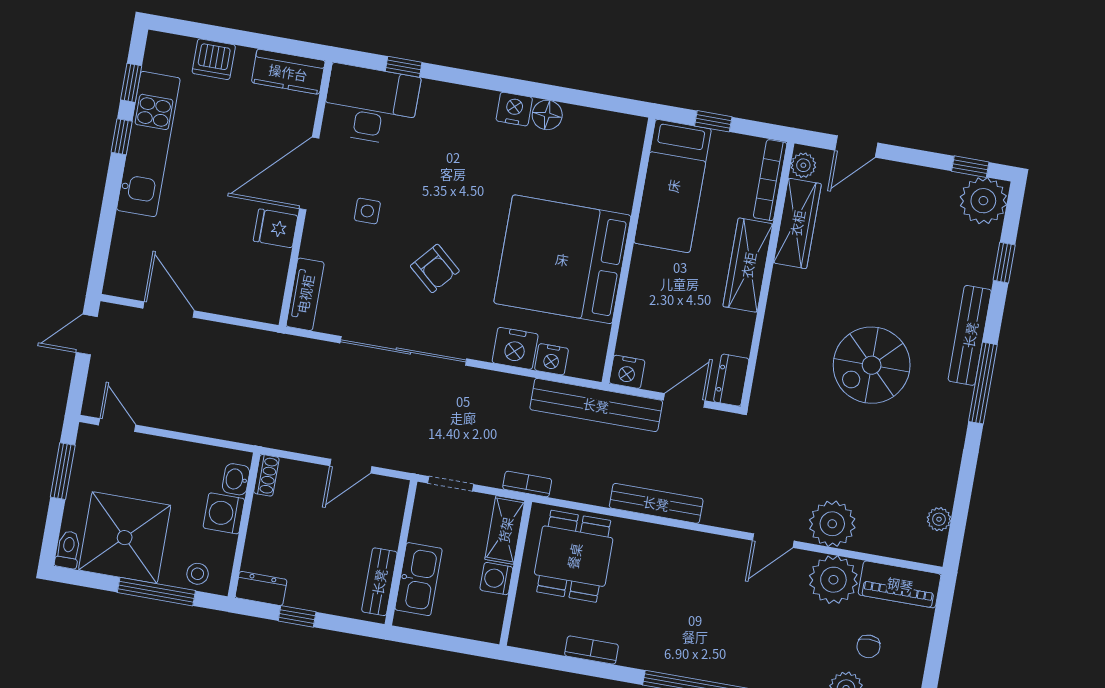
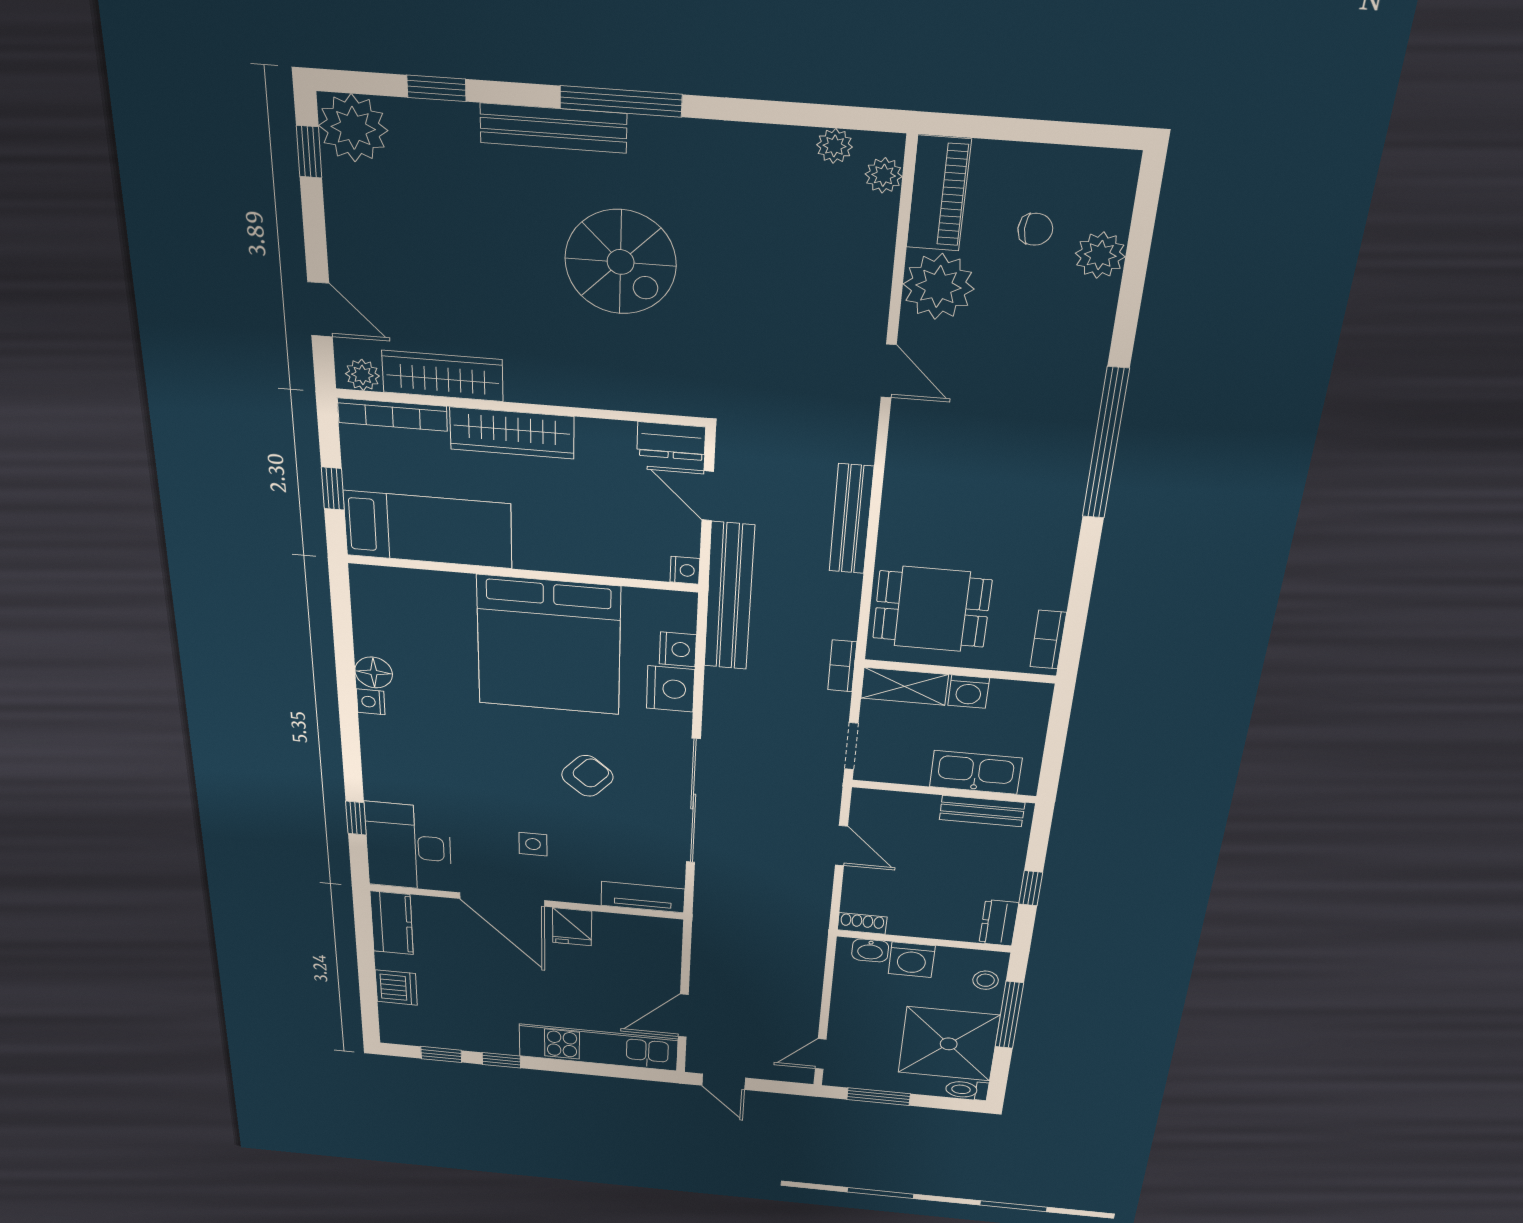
nightstand: (514, 109) -> (371, 702), width x0.72, depth x0.74
kitchen unit: (148, 144) -> (598, 1047), moved
nightstand: (627, 372) -> (685, 570), width x0.72, depth x0.74
plant: (832, 524) -> (884, 175), moved, width x0.53, depth x0.53
bookcase: (591, 650) -> (1048, 640), moved

